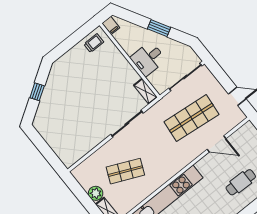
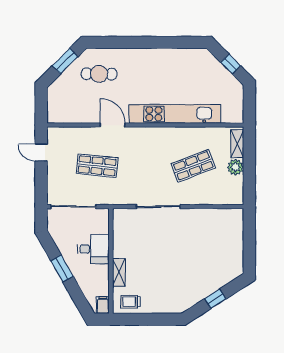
shelving: (145, 91) -> (119, 272), moved
shop shelf: (191, 118) -> (97, 166), width x0.70, depth x0.74
door: (217, 144) -> (113, 125), moved
shop shelf: (125, 171) -> (193, 166), turned -45

